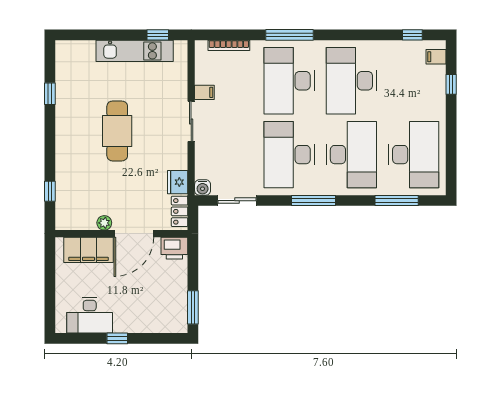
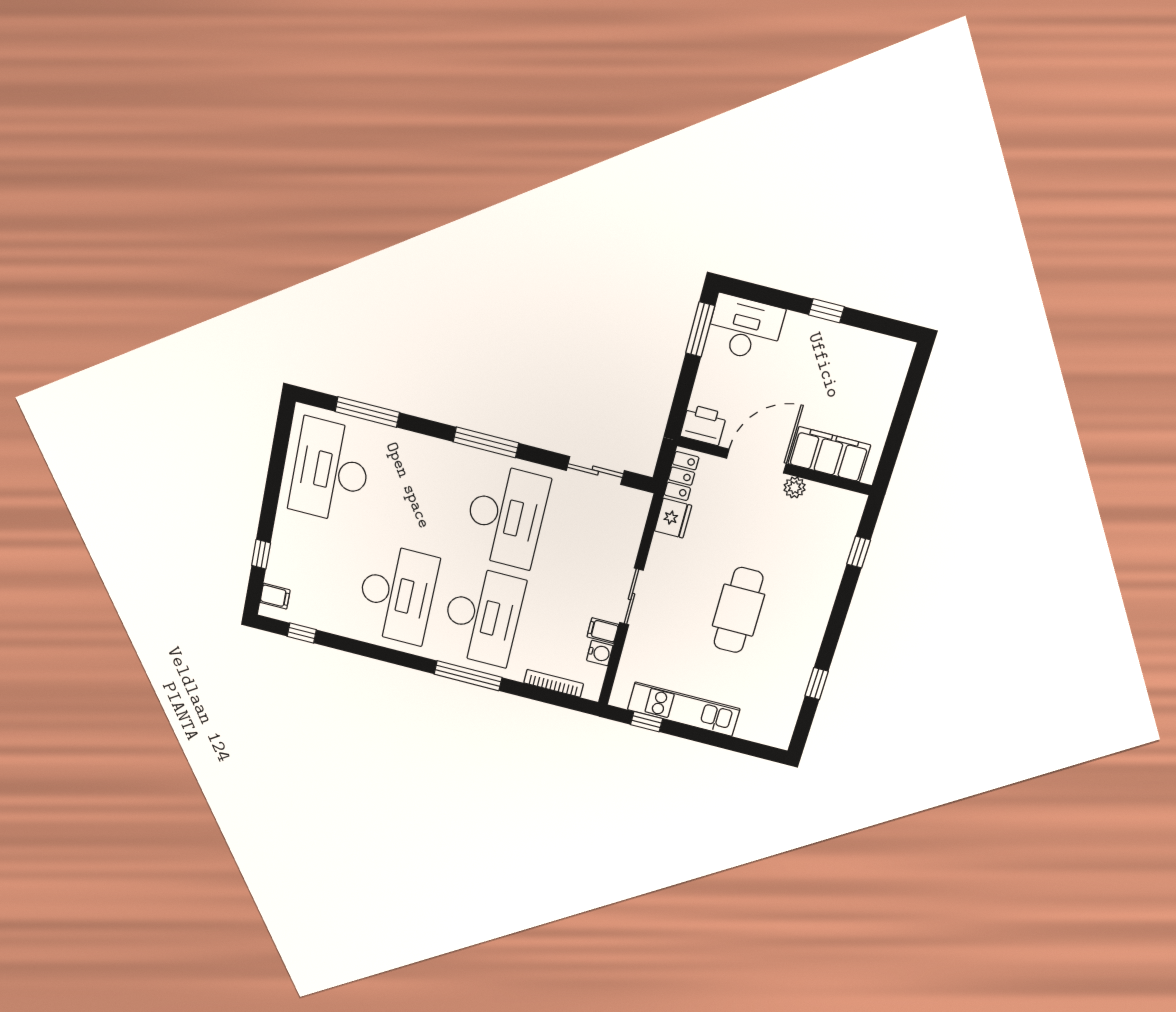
desk: (351, 155) -> (418, 494), removed
water cooler: (203, 187) -> (600, 653), moved, turned 90
desk: (90, 315) -> (745, 328), moved

